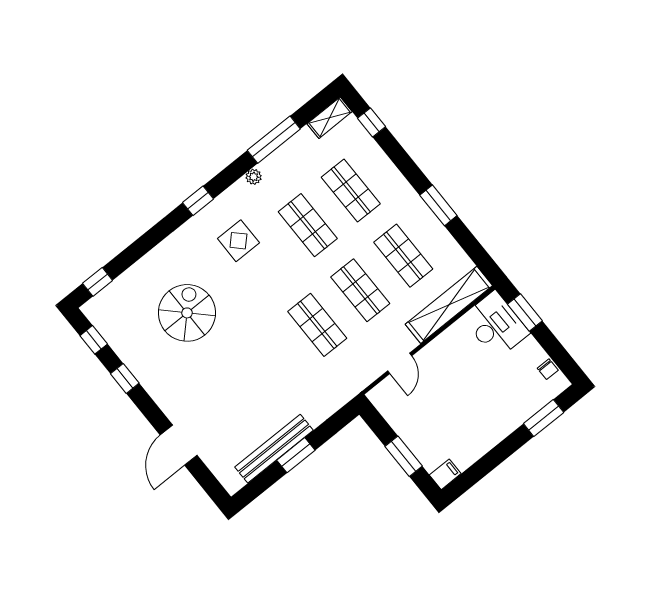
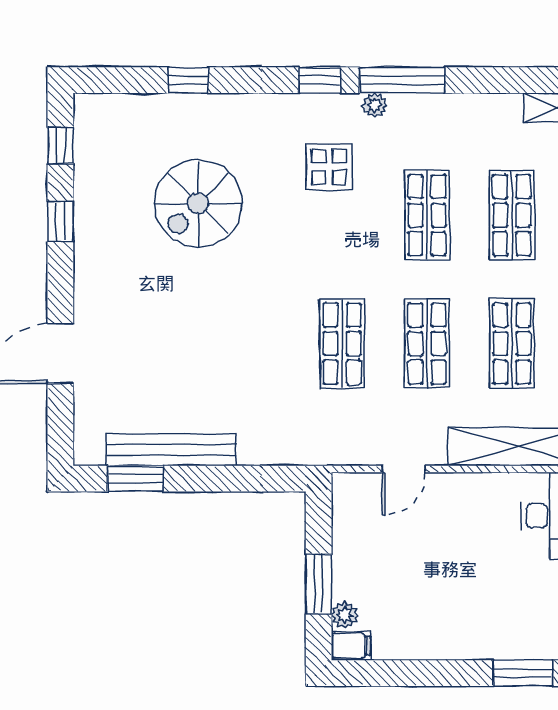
window: (274, 140) -> (402, 80), moved
plant: (254, 177) -> (375, 105), moved
window: (98, 282) -> (188, 80), moved
spiral stairs: (187, 313) -> (198, 203), turned 180
window: (296, 455) -> (135, 479), moved
plant: (429, 461) -> (345, 615), added

